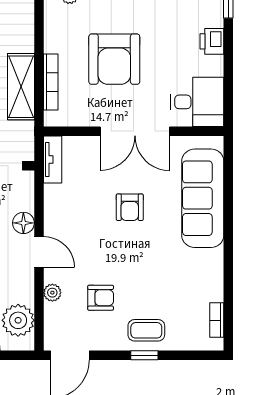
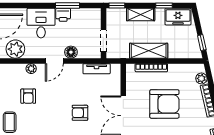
armchair: (114, 59) -> (164, 104), turned 180
tv unit: (53, 159) -> (97, 69), moved

